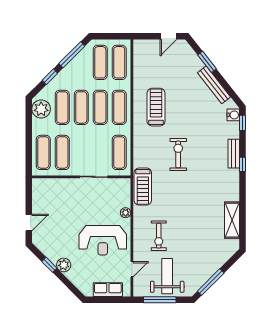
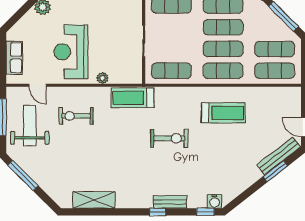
bench: (214, 85) -> (279, 156), moved
weight bench: (167, 276) -> (30, 126), turned -90

